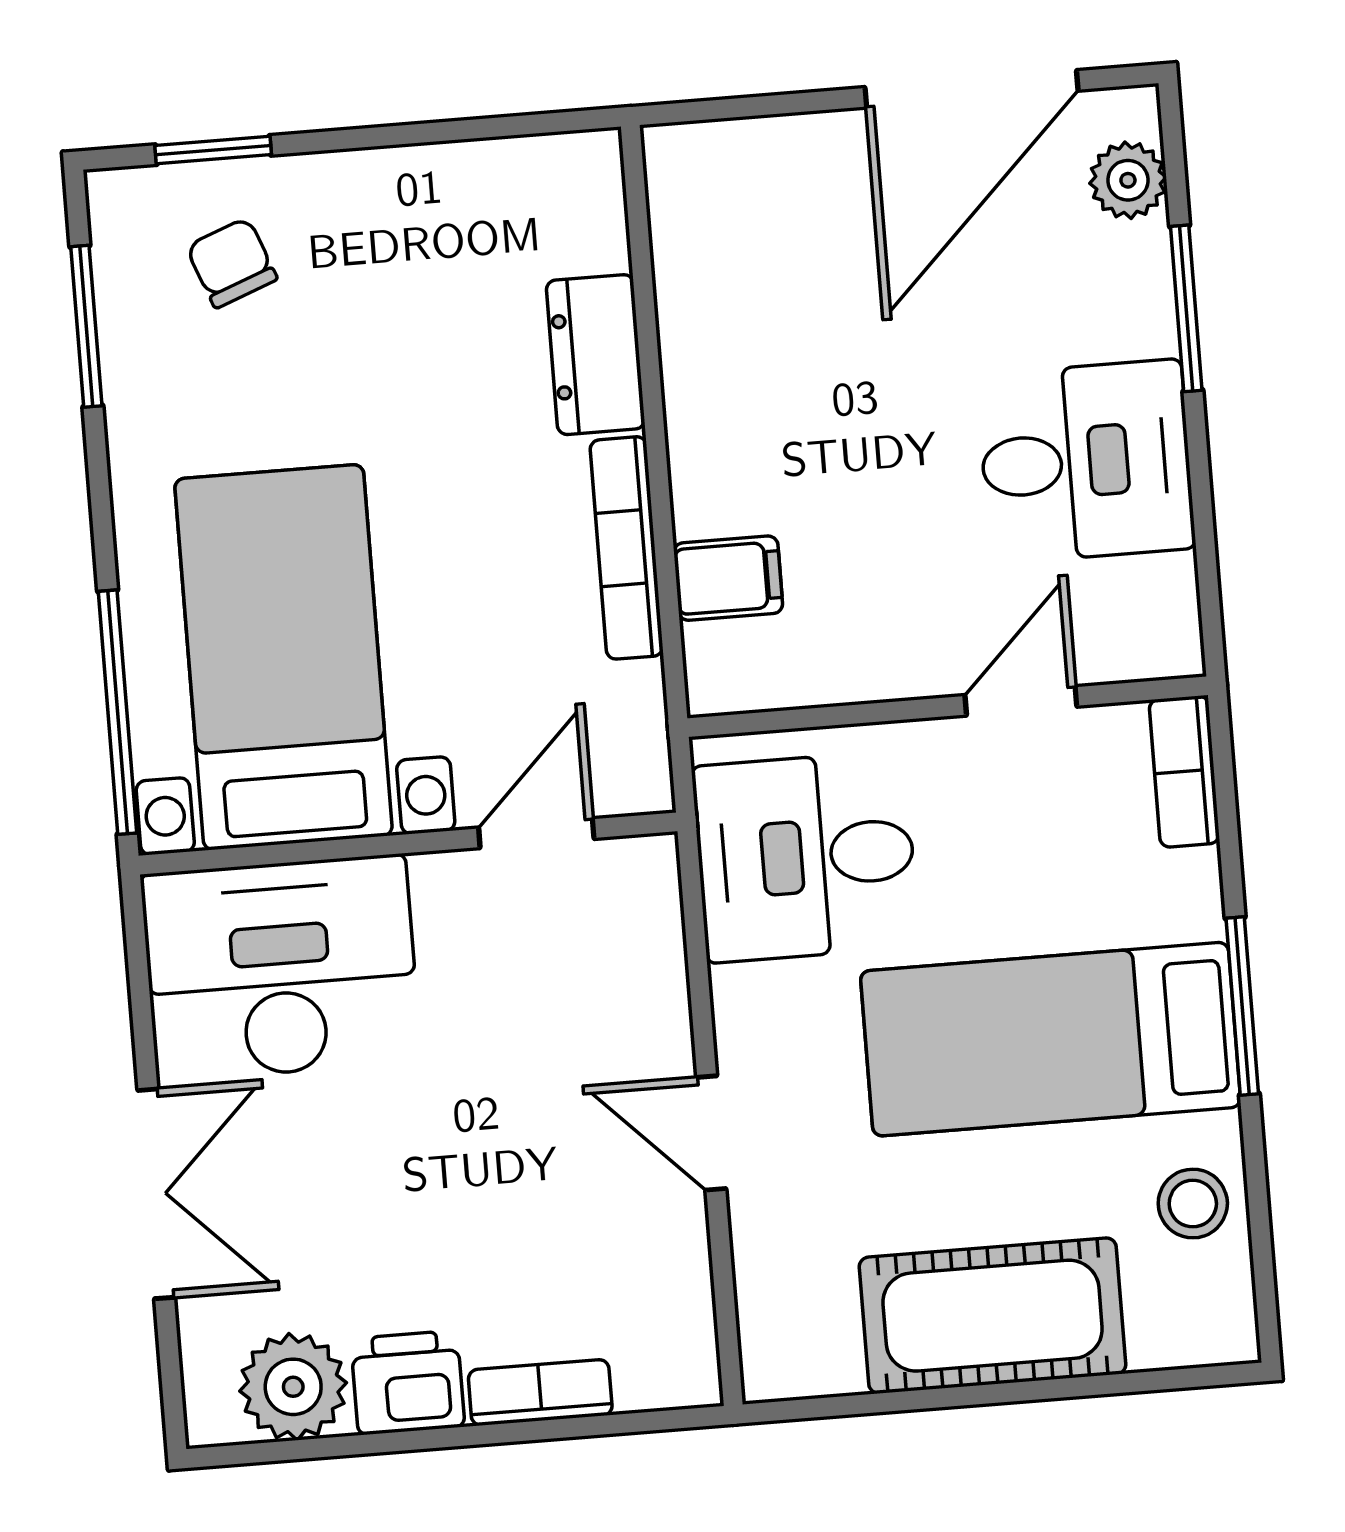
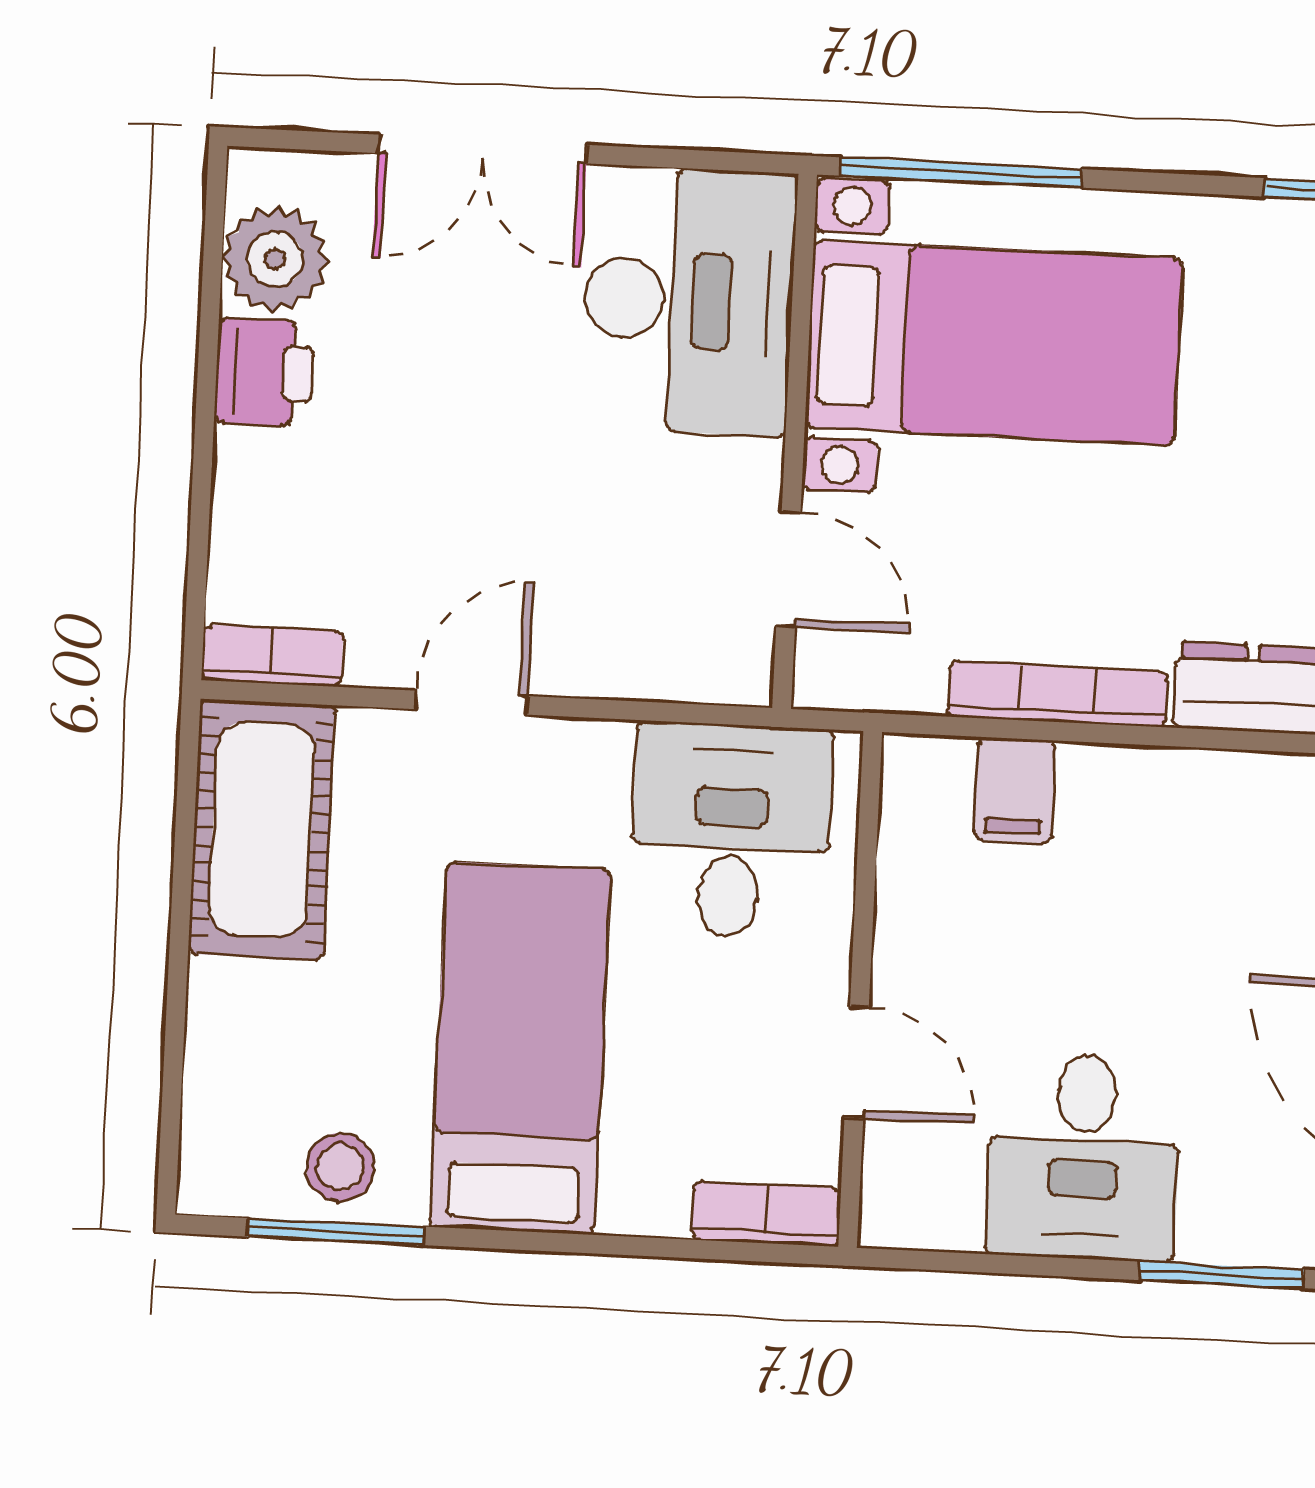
window: (1242, 1006) -> (336, 1232), moved
cot: (993, 1316) -> (262, 829), moved
bookcase: (540, 1392) -> (272, 656), moved, turned -90

